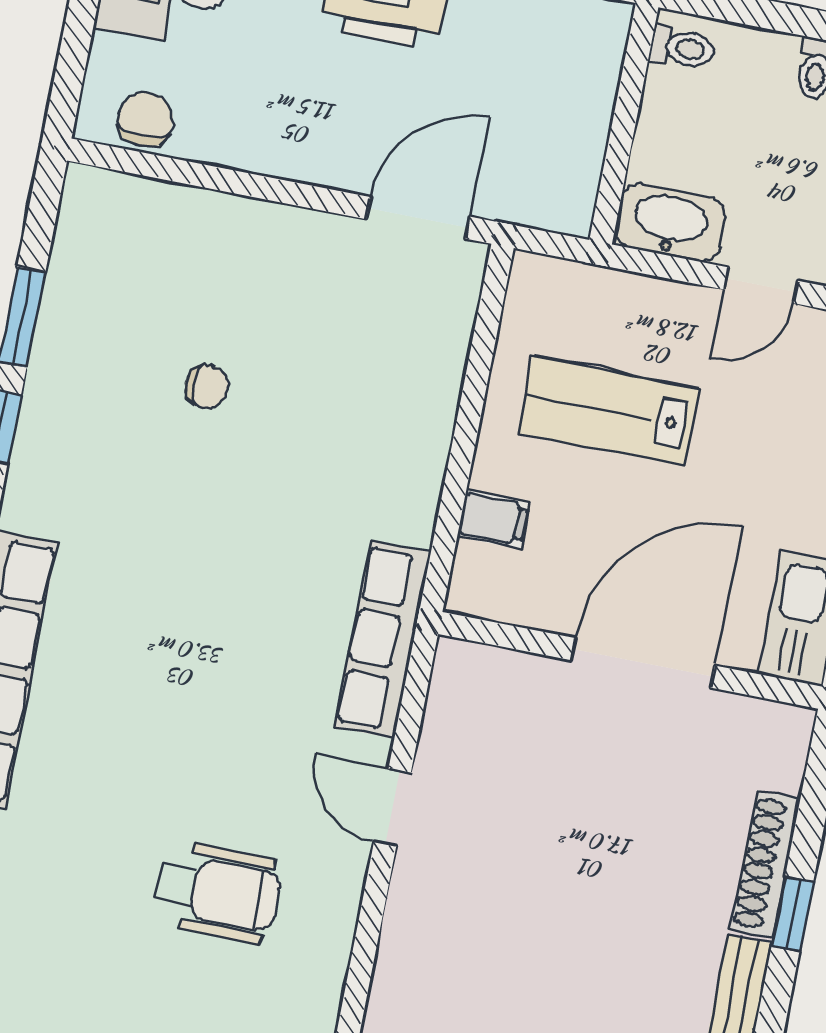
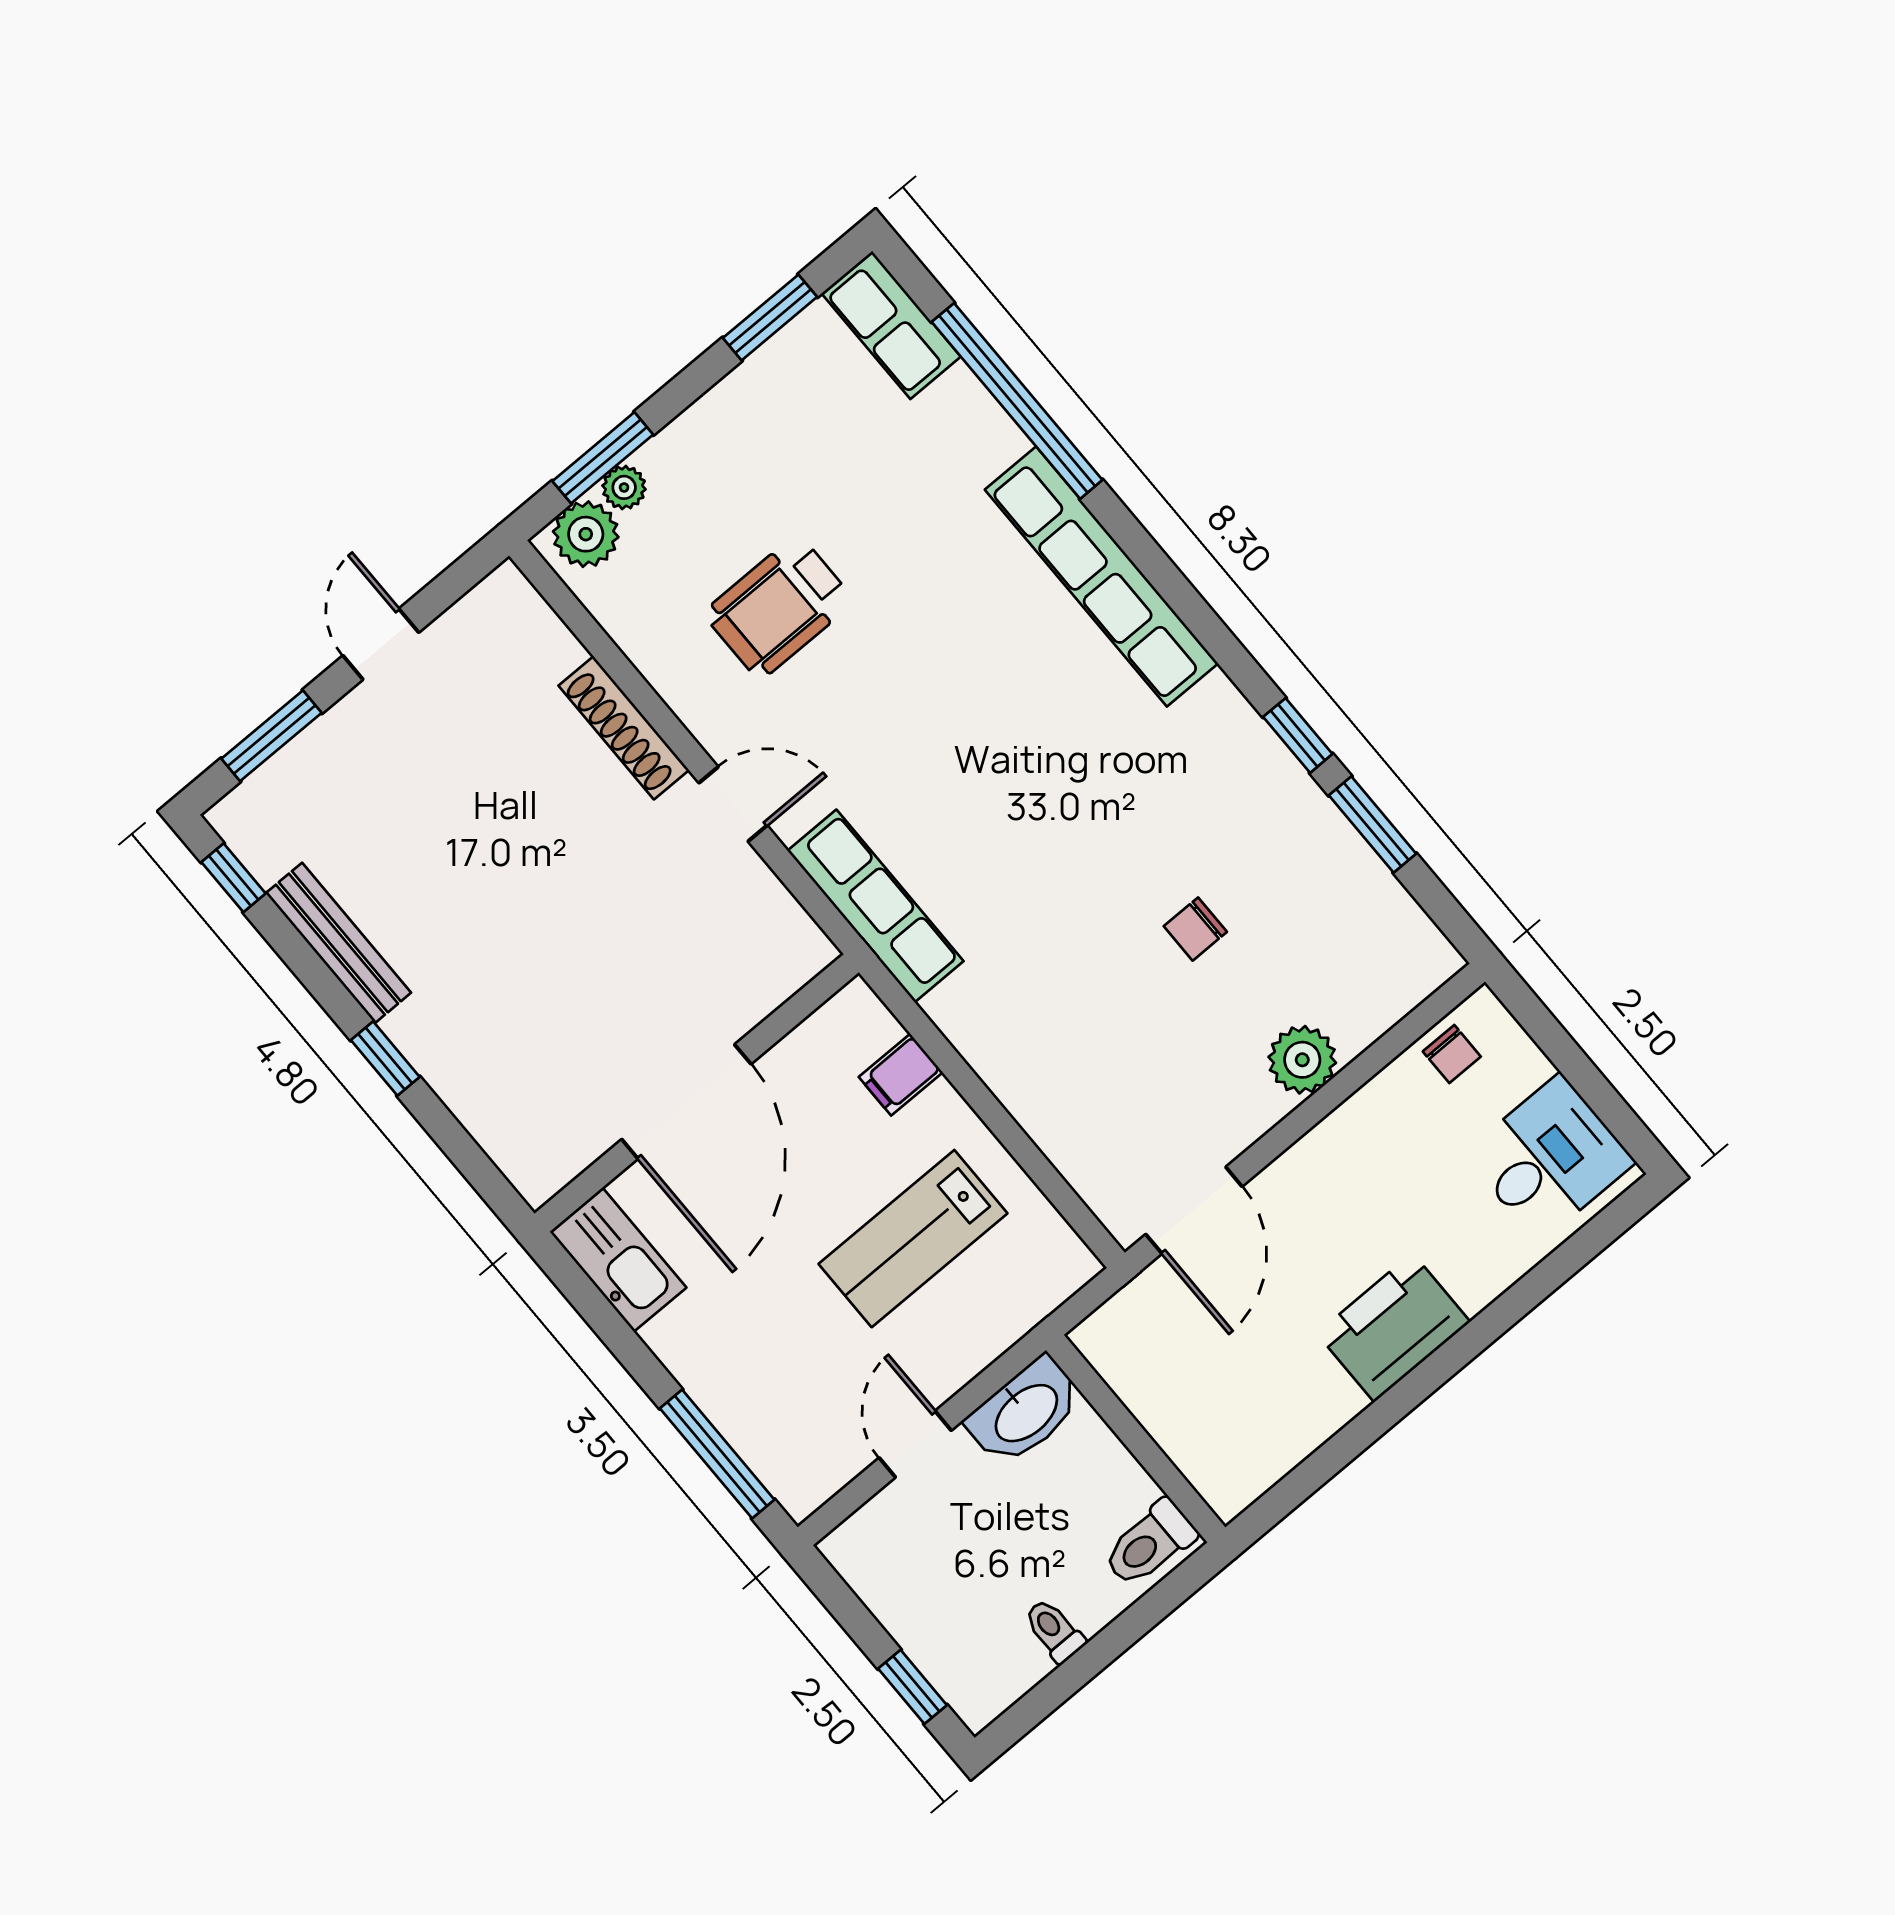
toilet: (682, 48) -> (1150, 1544), width x1.37, depth x1.39
chair: (146, 119) -> (1452, 1054), width x0.73, depth x0.73
plant: (240, 228) -> (1302, 1060), added
lab bench: (609, 411) -> (913, 1239), turned 180
shoe rack: (765, 864) -> (624, 728), moved, turned 180

